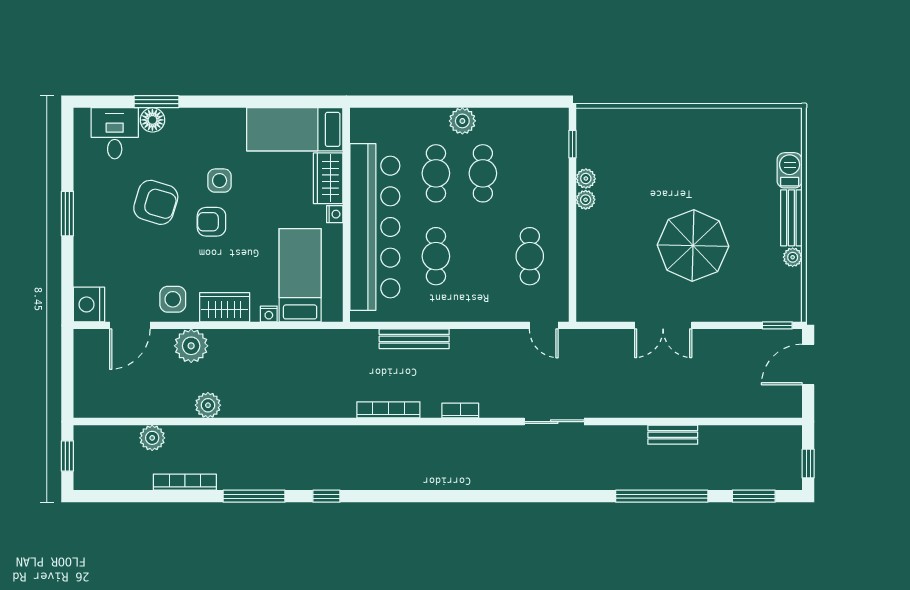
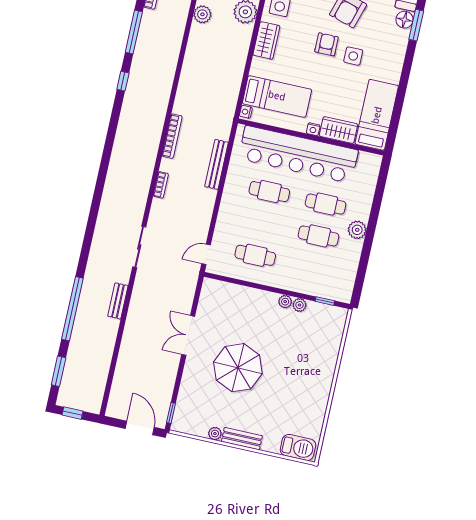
barbecue: (790, 170) -> (298, 447), moved, width x1.38, depth x1.27
nightstand: (269, 314) -> (246, 112), moved
bench: (673, 435) -> (118, 301), moved

